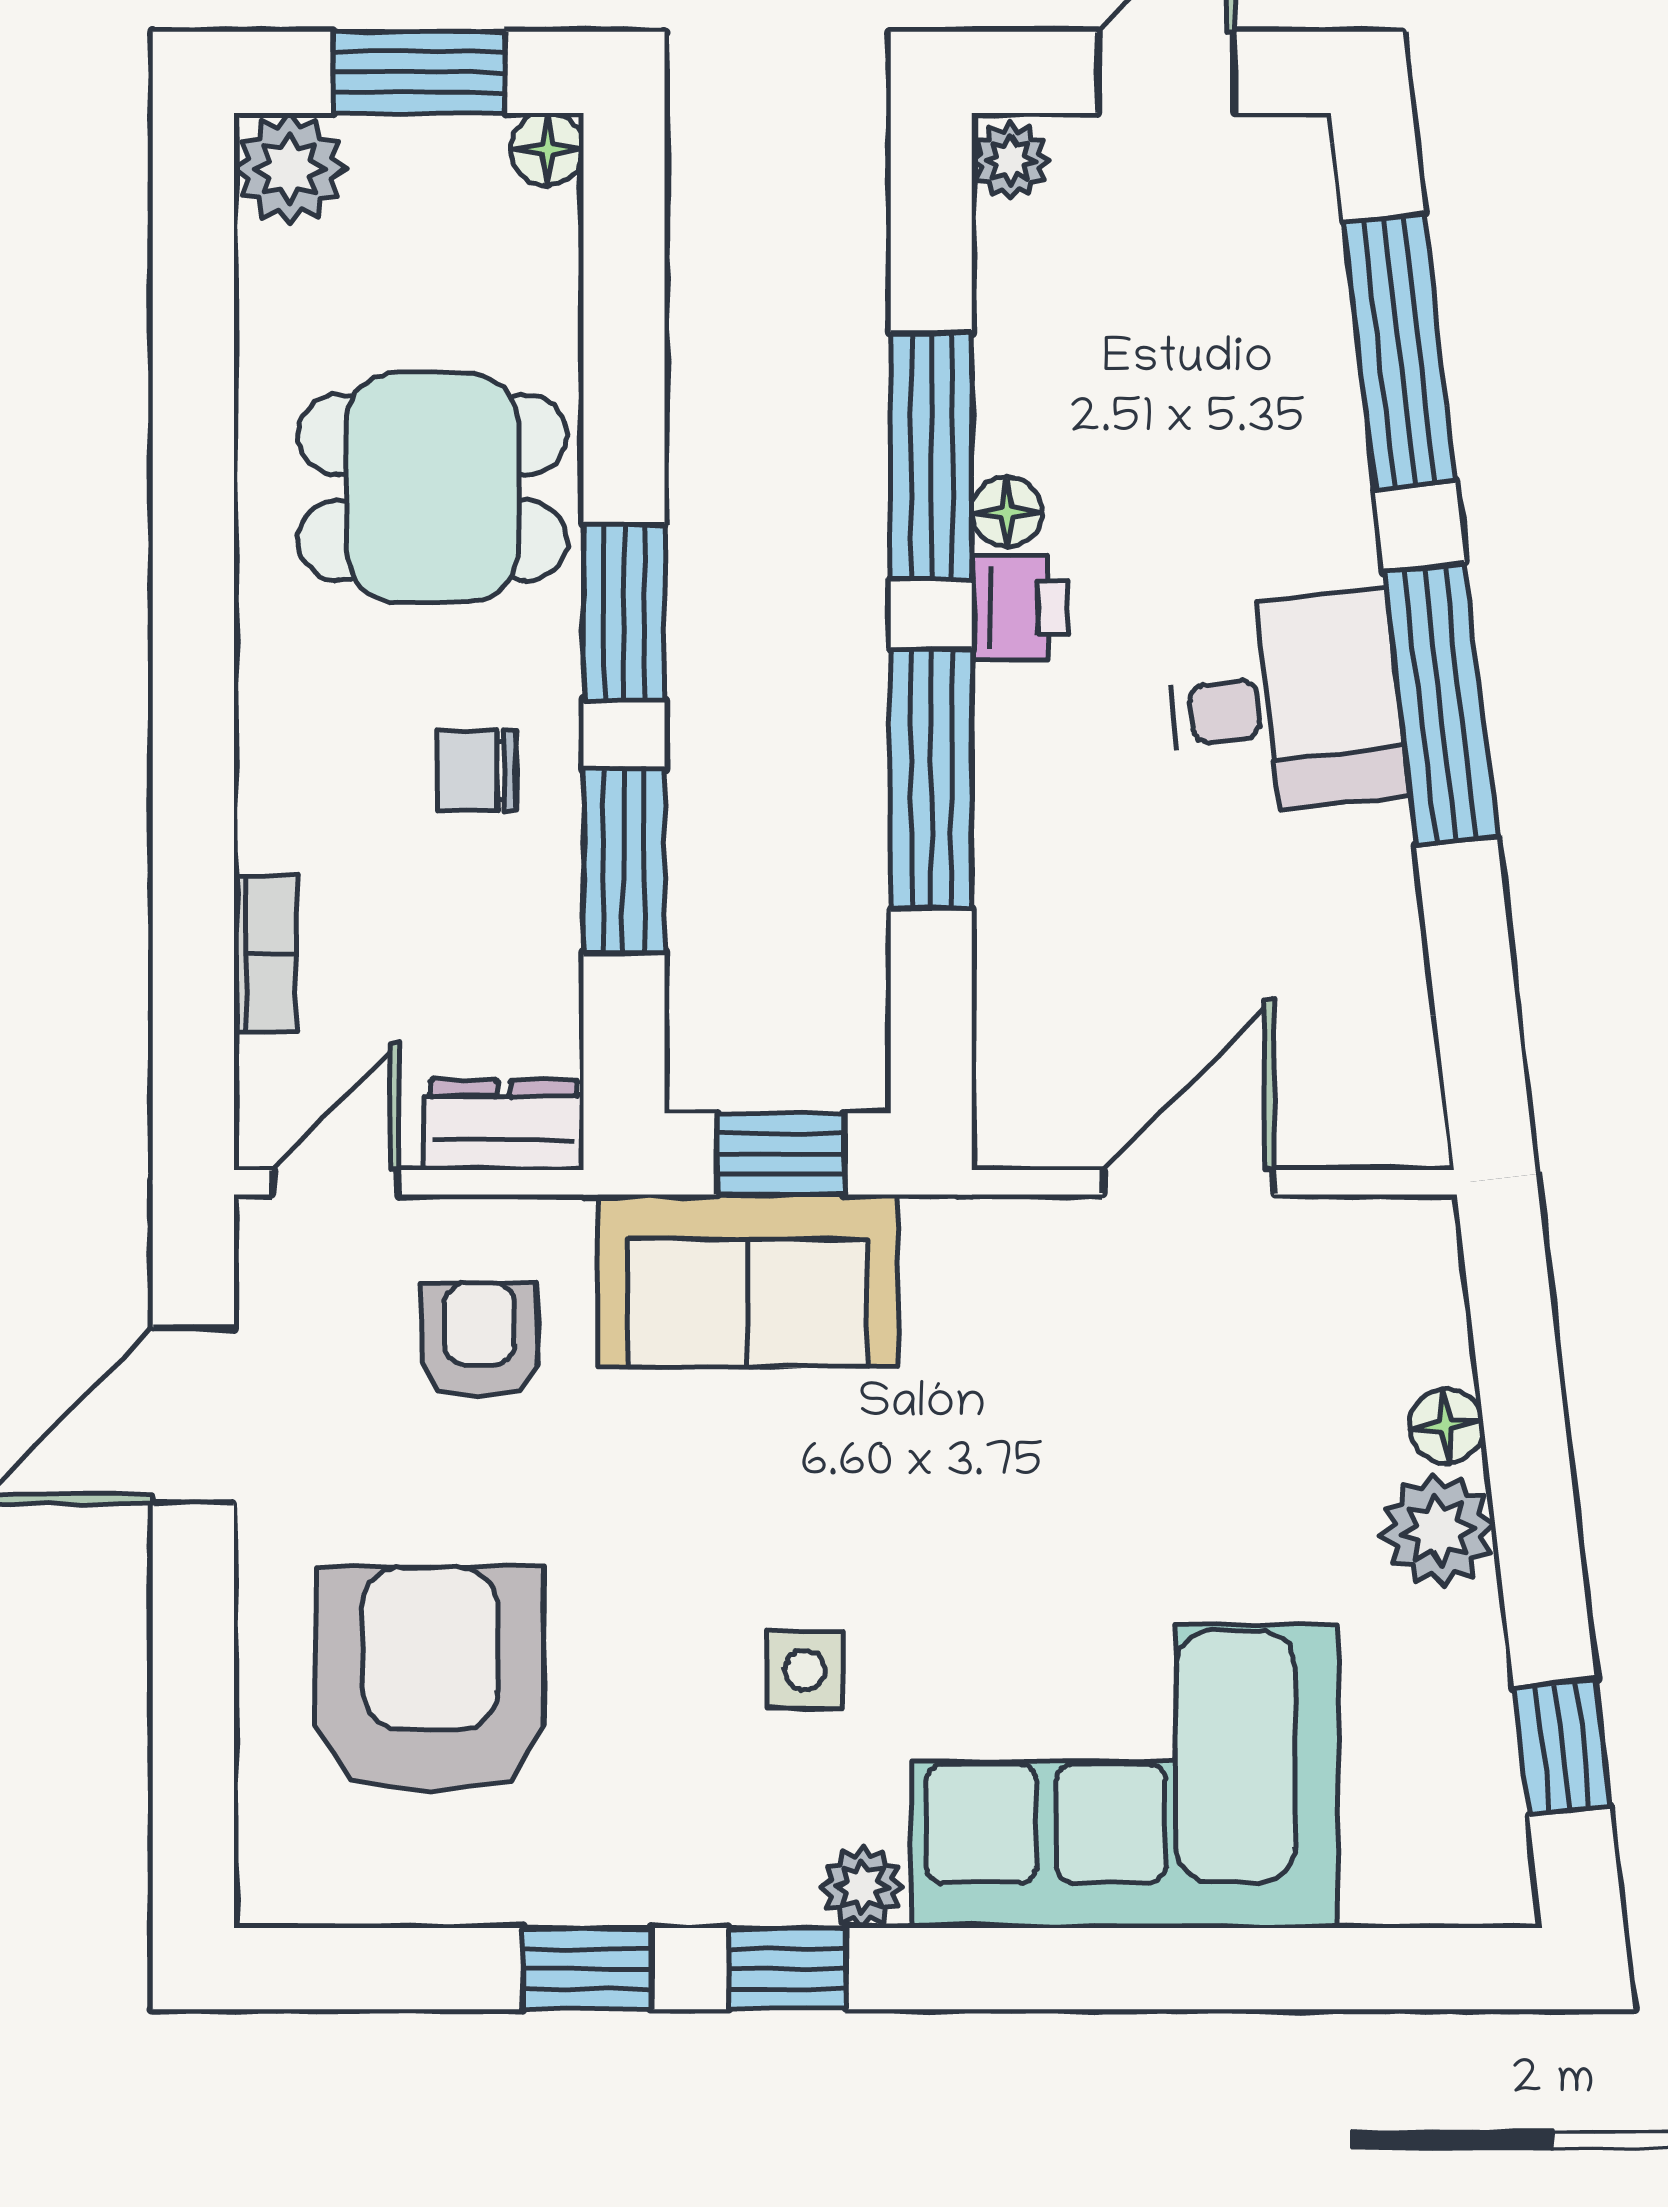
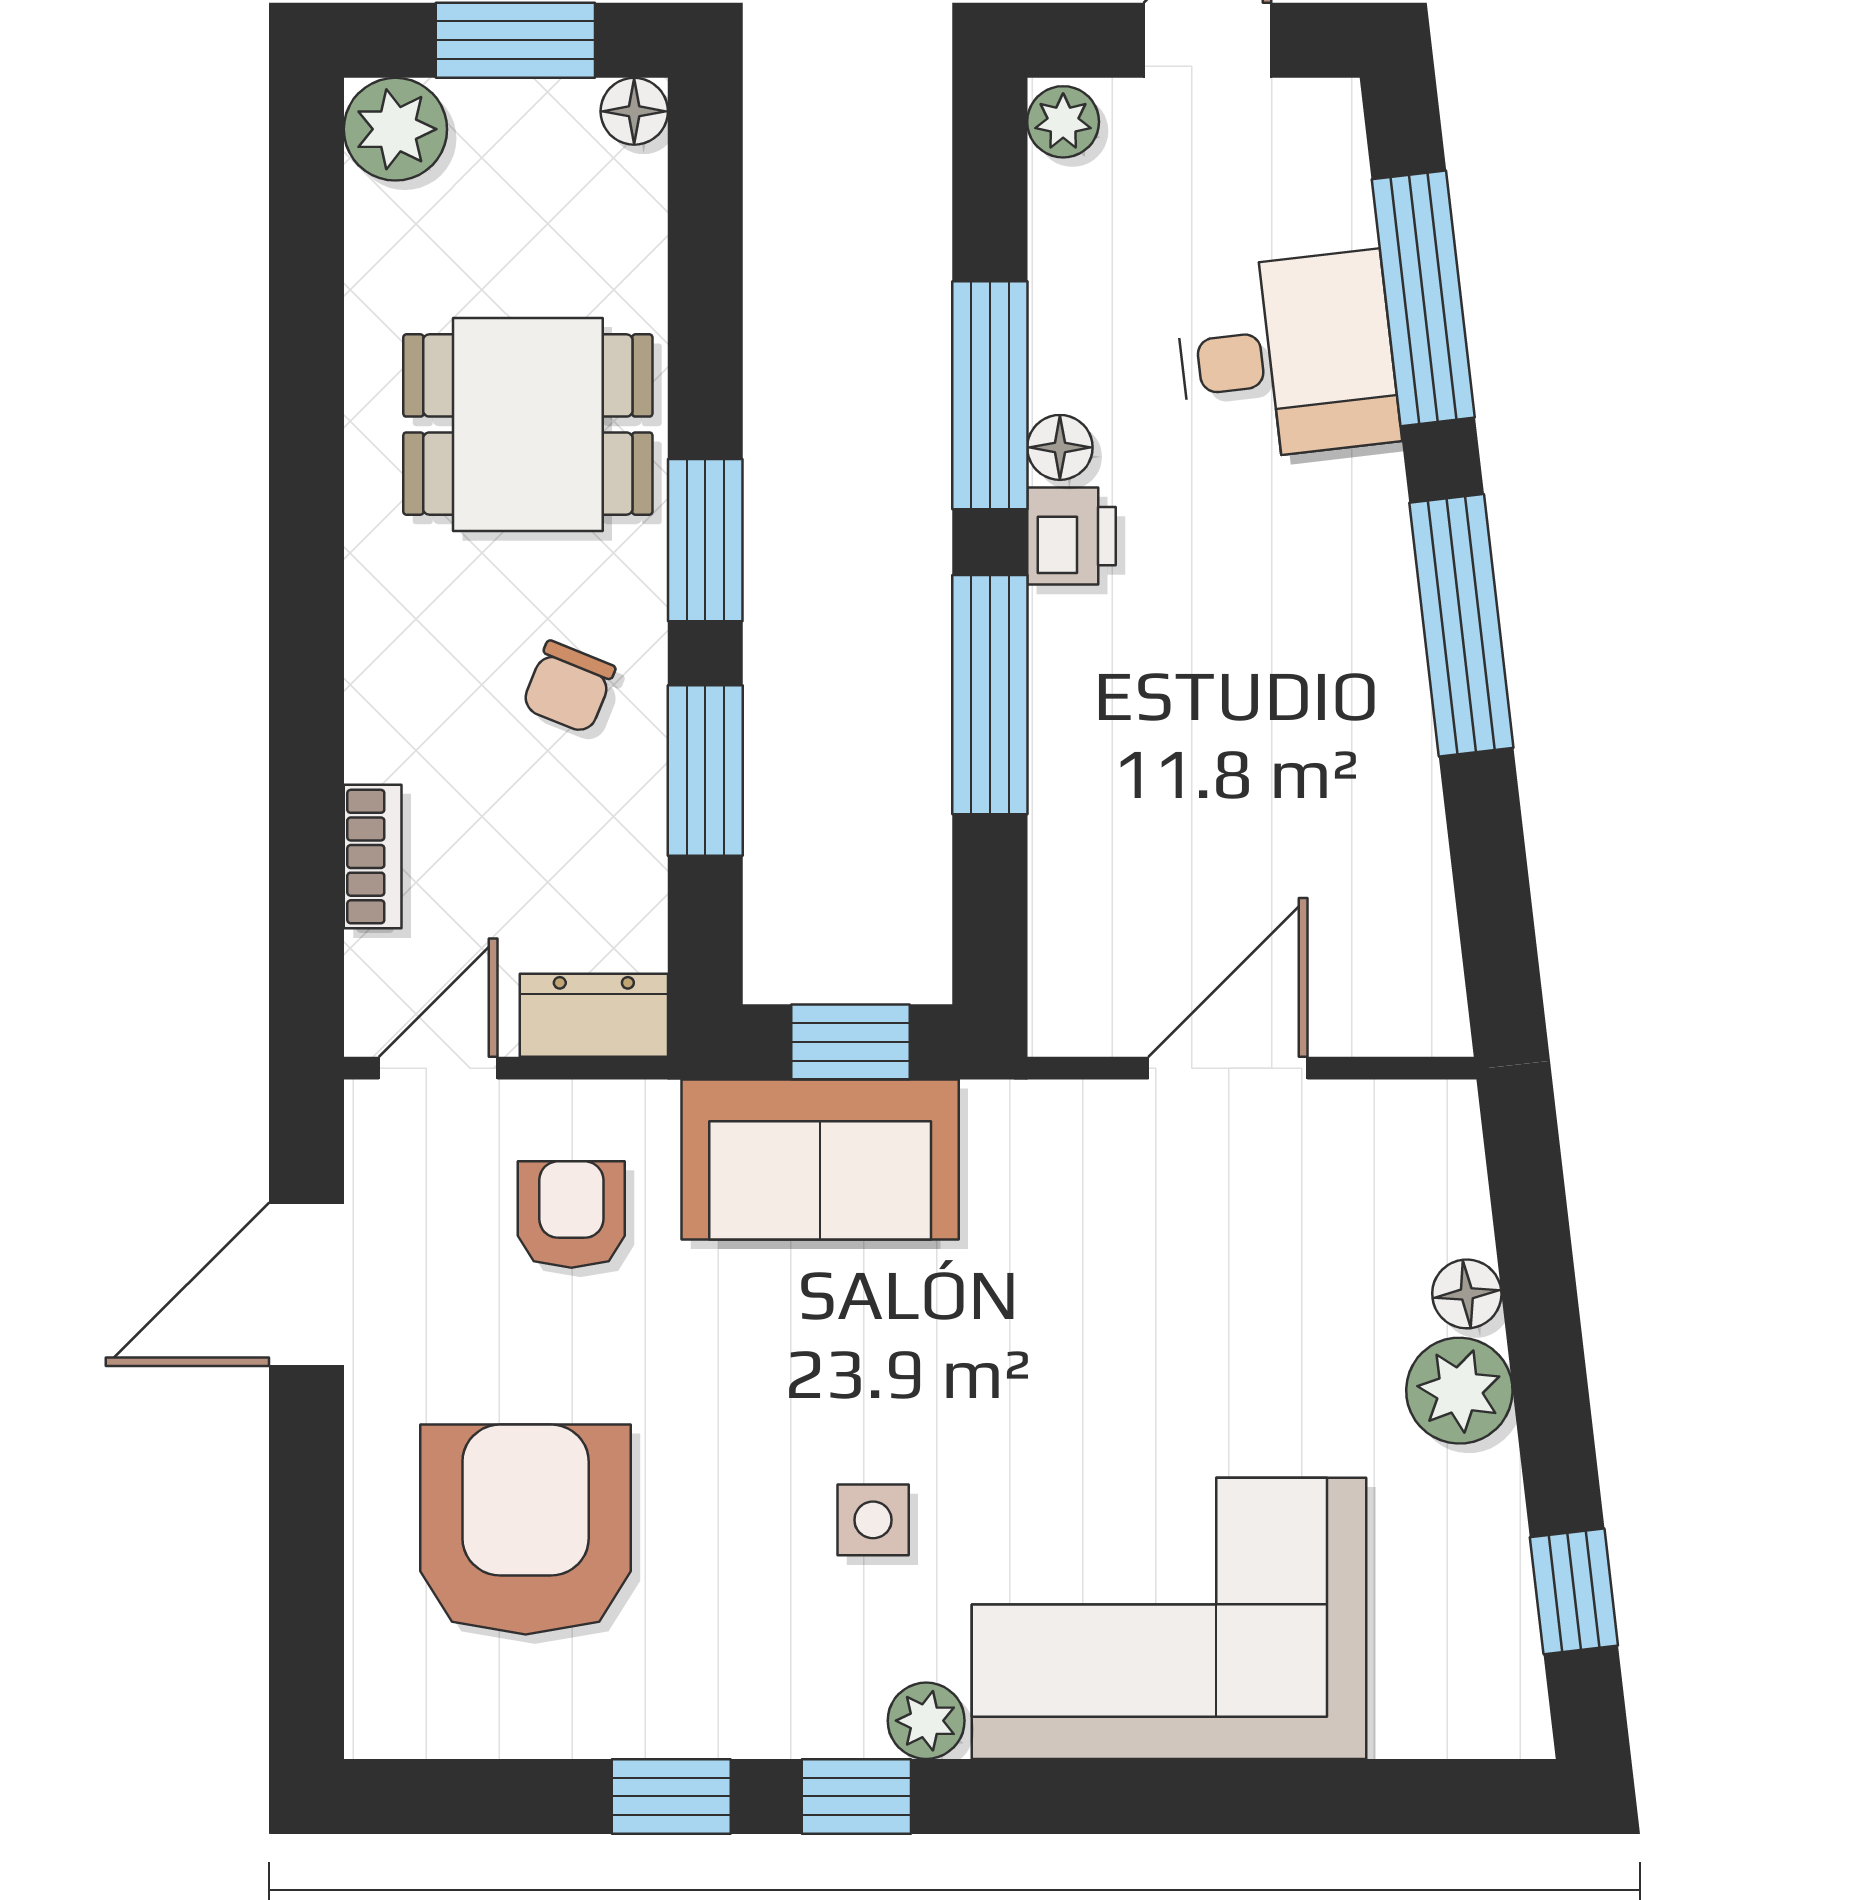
desk: (1286, 704) -> (1287, 357), moved
chair: (476, 771) -> (568, 687), turned -68

